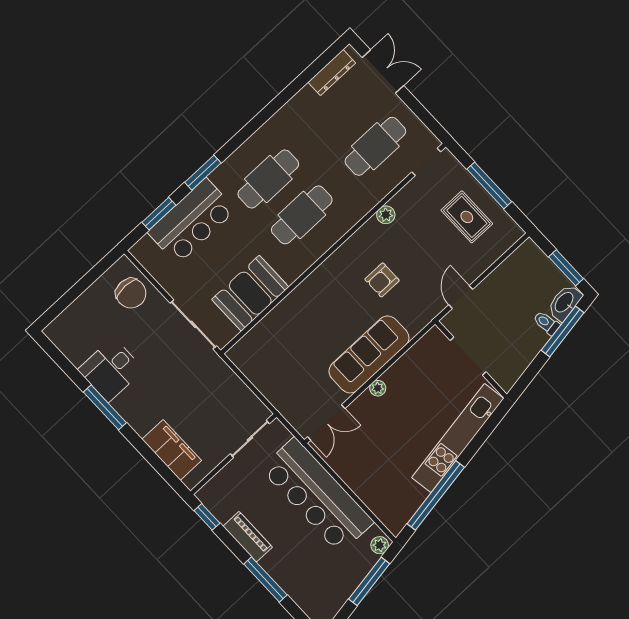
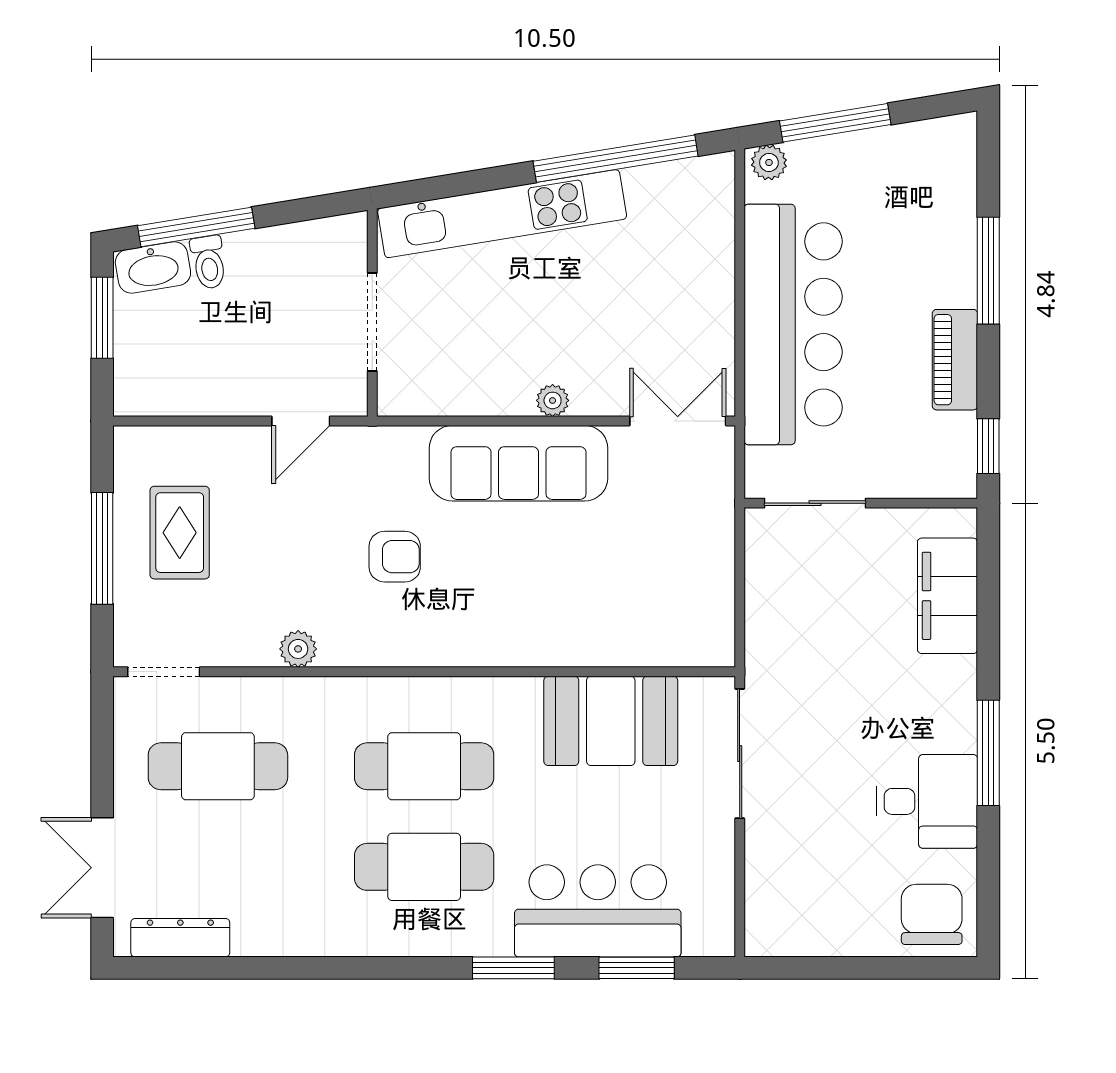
chair: (131, 293) -> (932, 914), moved

